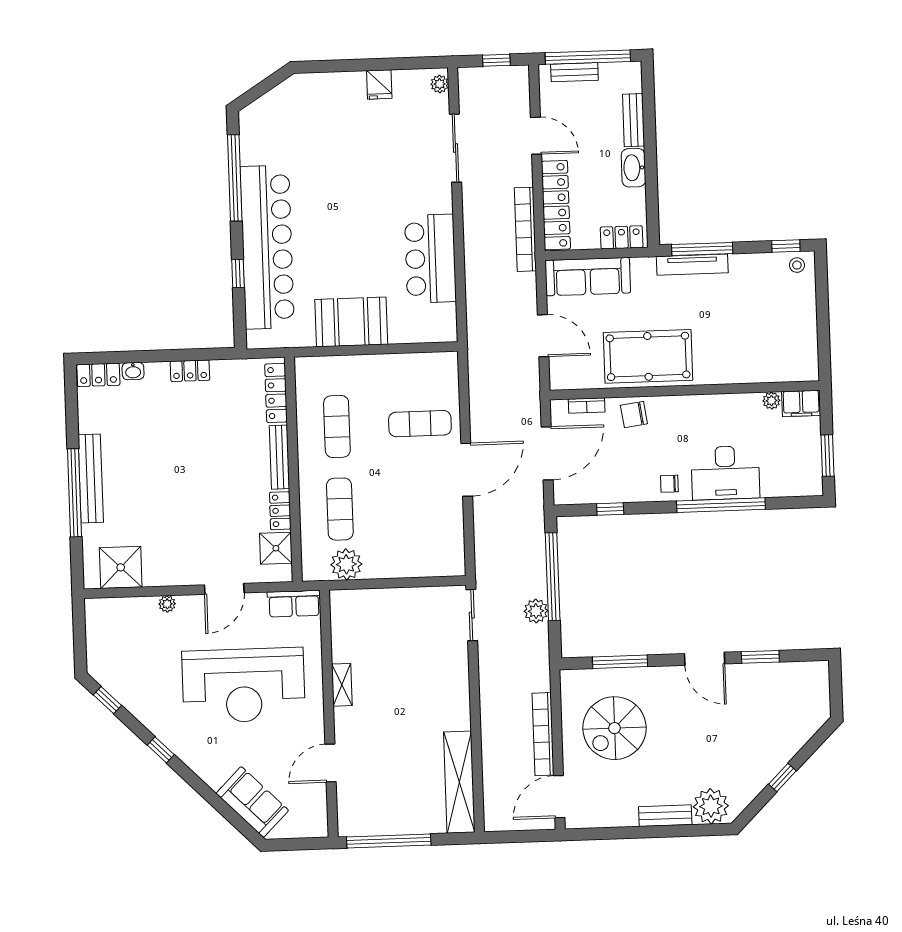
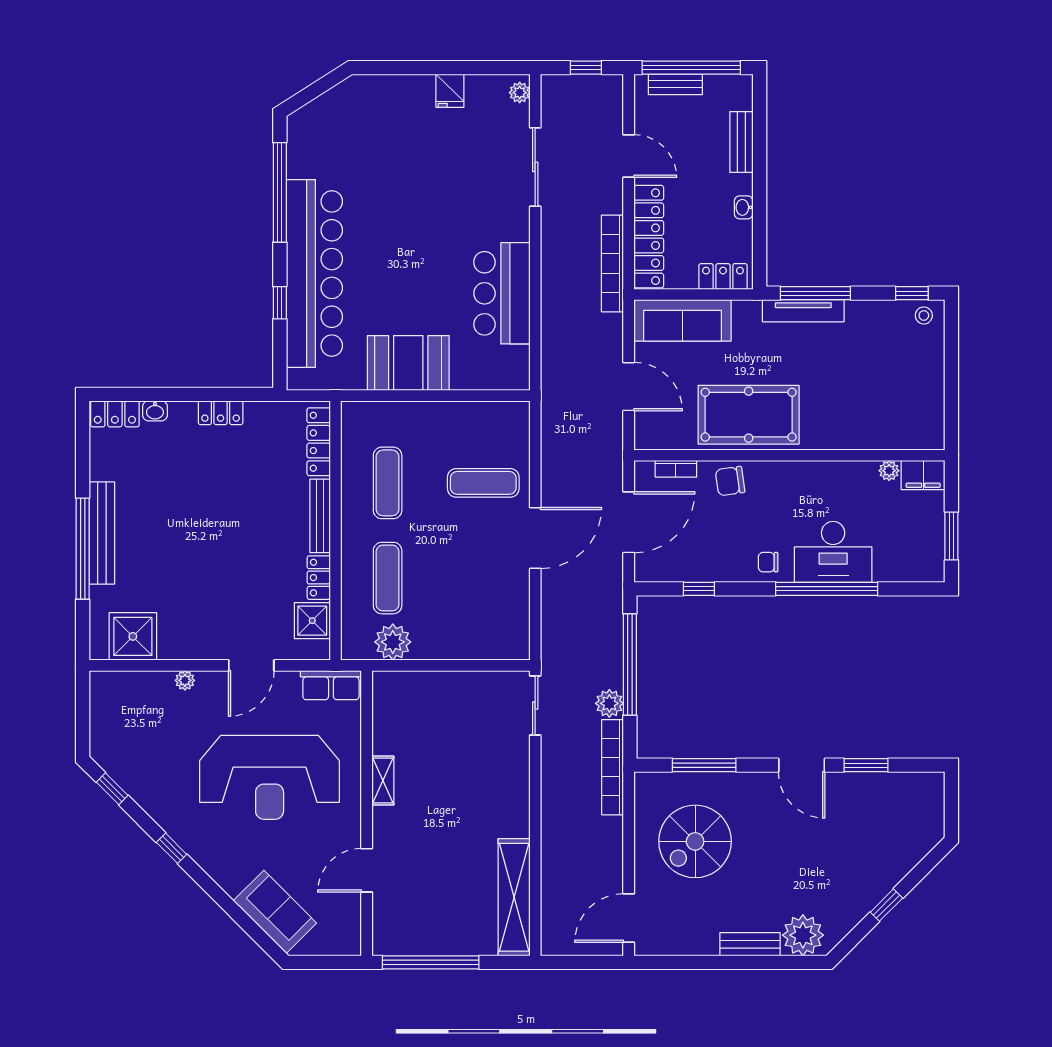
washbasin: (633, 168) -> (744, 207), width x0.52, depth x0.69
bookcase: (543, 734) -> (613, 767), moved

